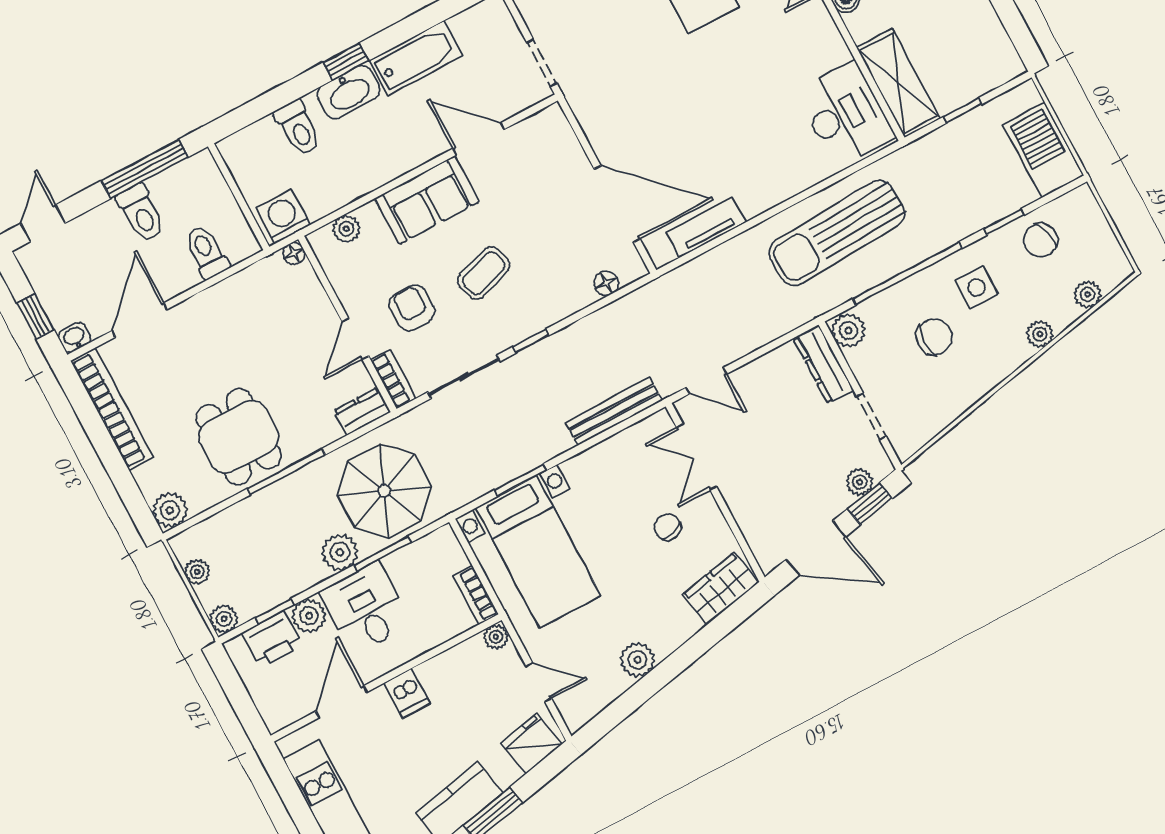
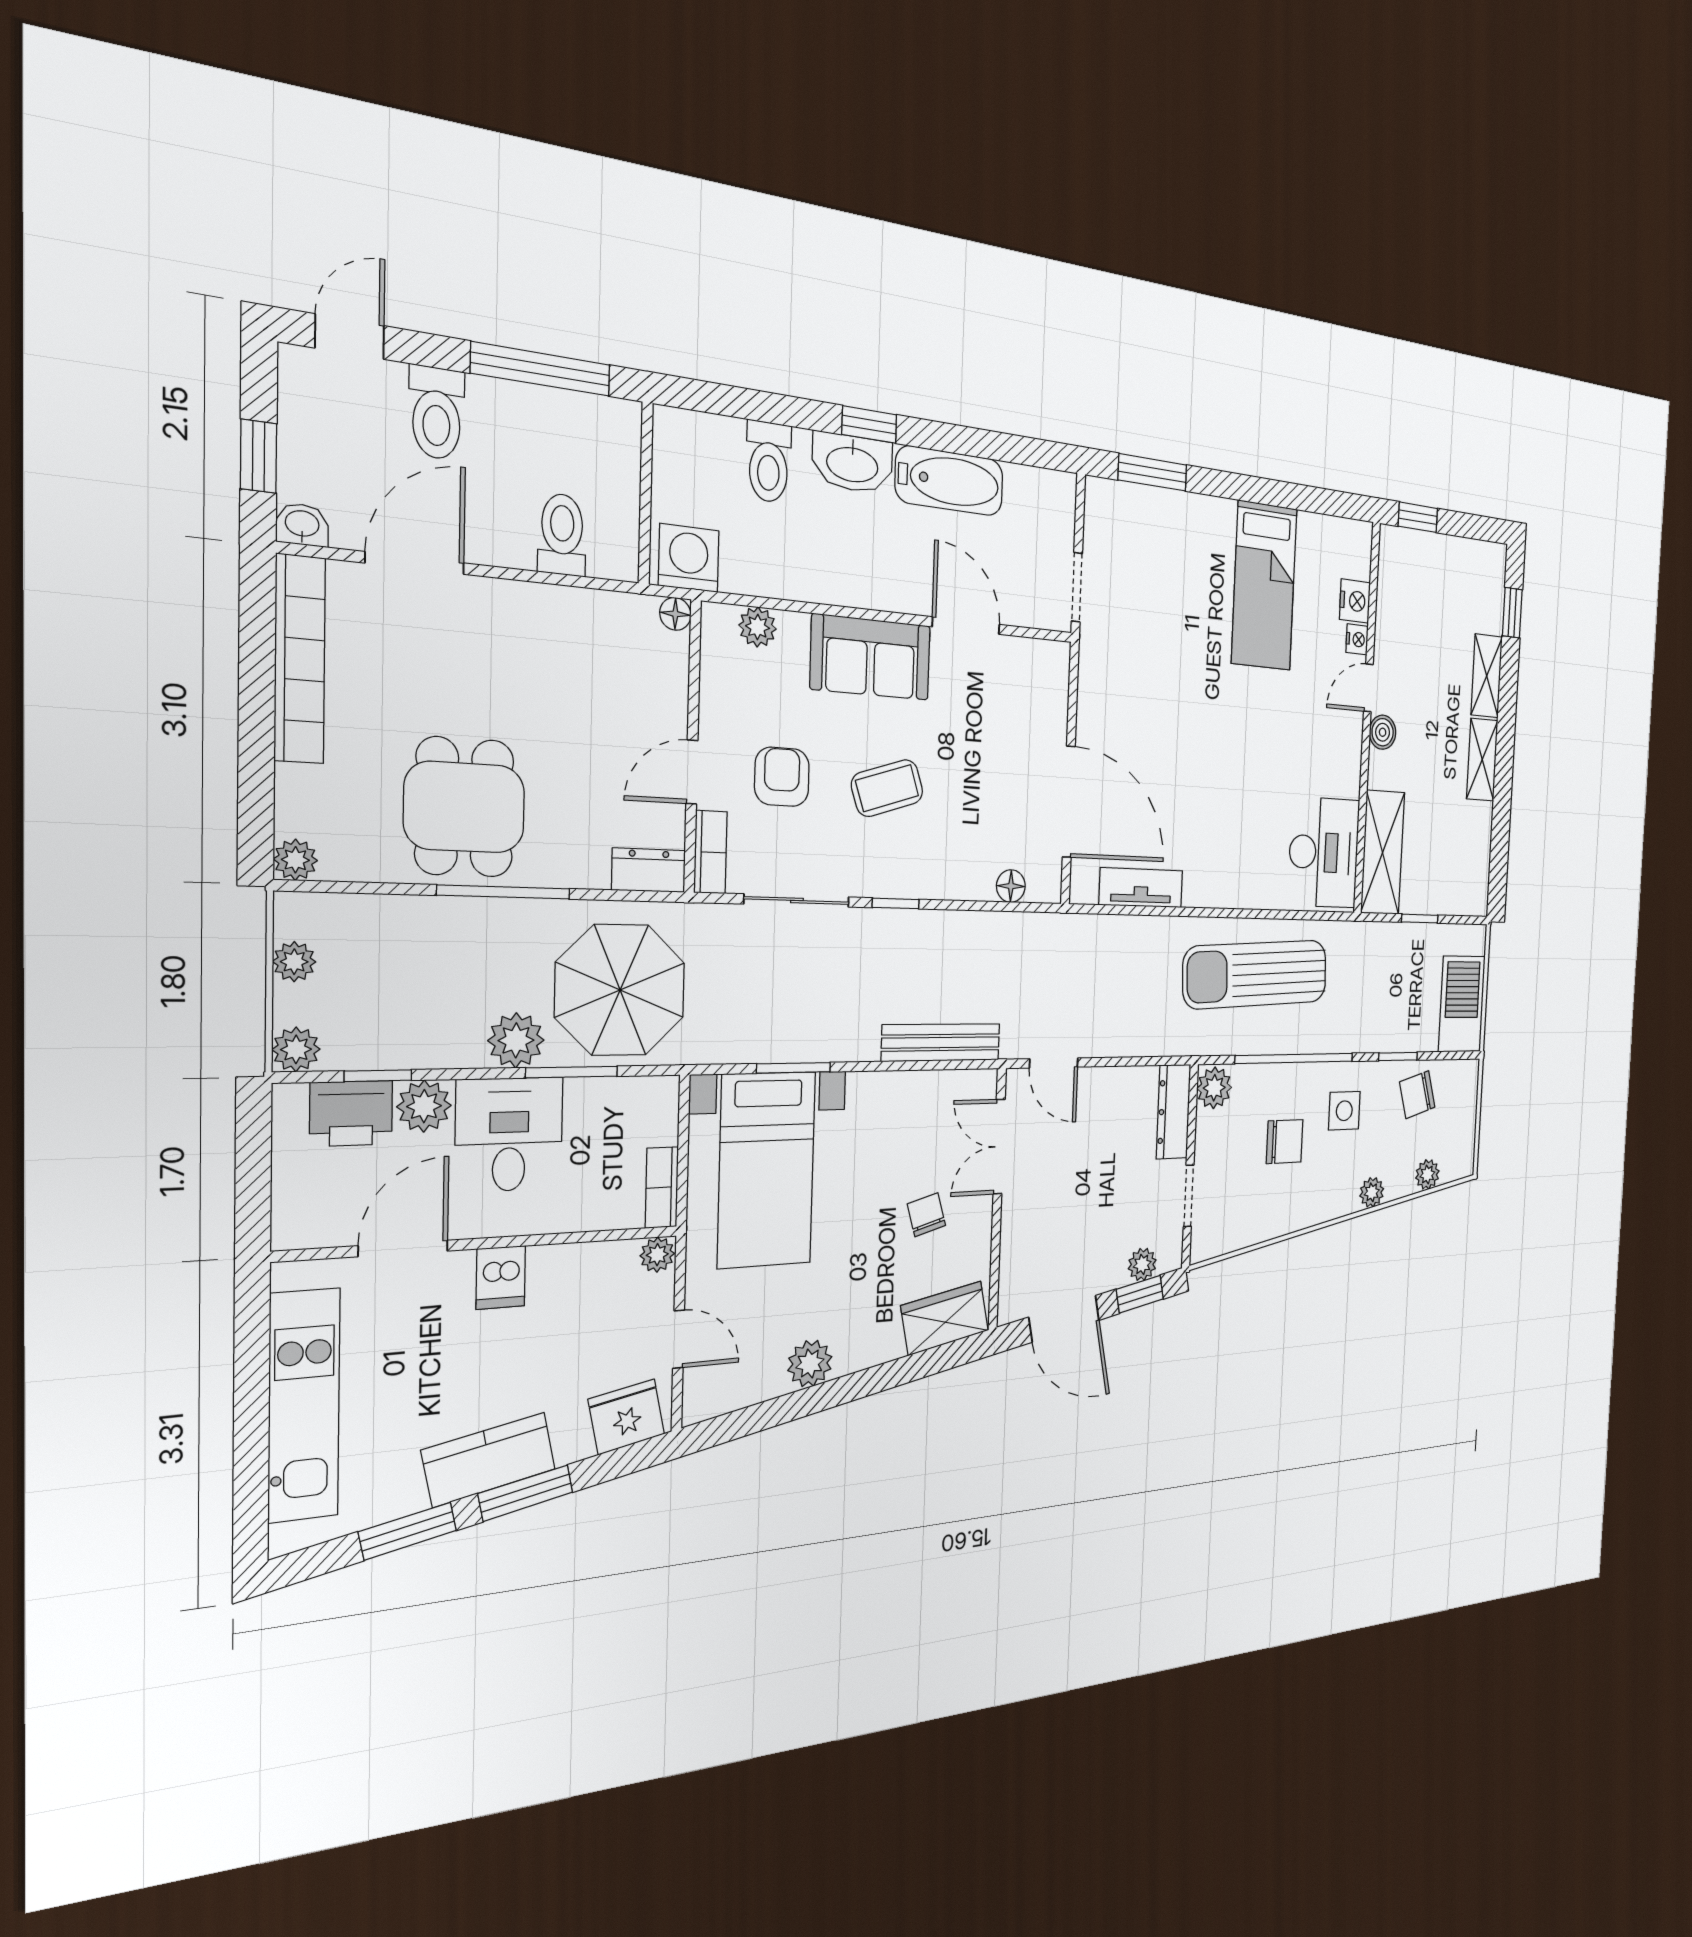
toilet: (141, 213) -> (437, 413), moved
plant: (170, 510) -> (295, 860), width x0.73, depth x0.73

